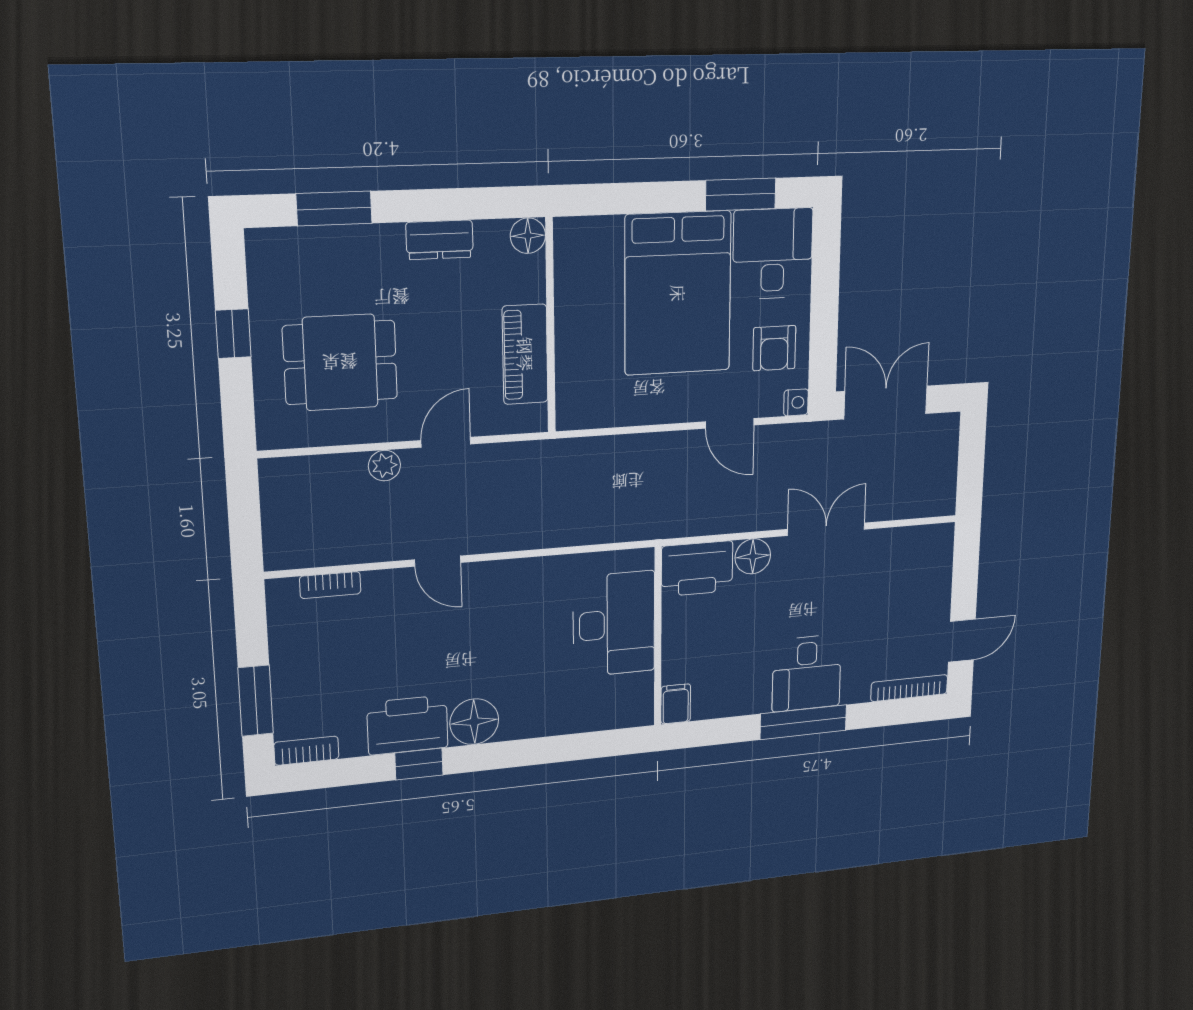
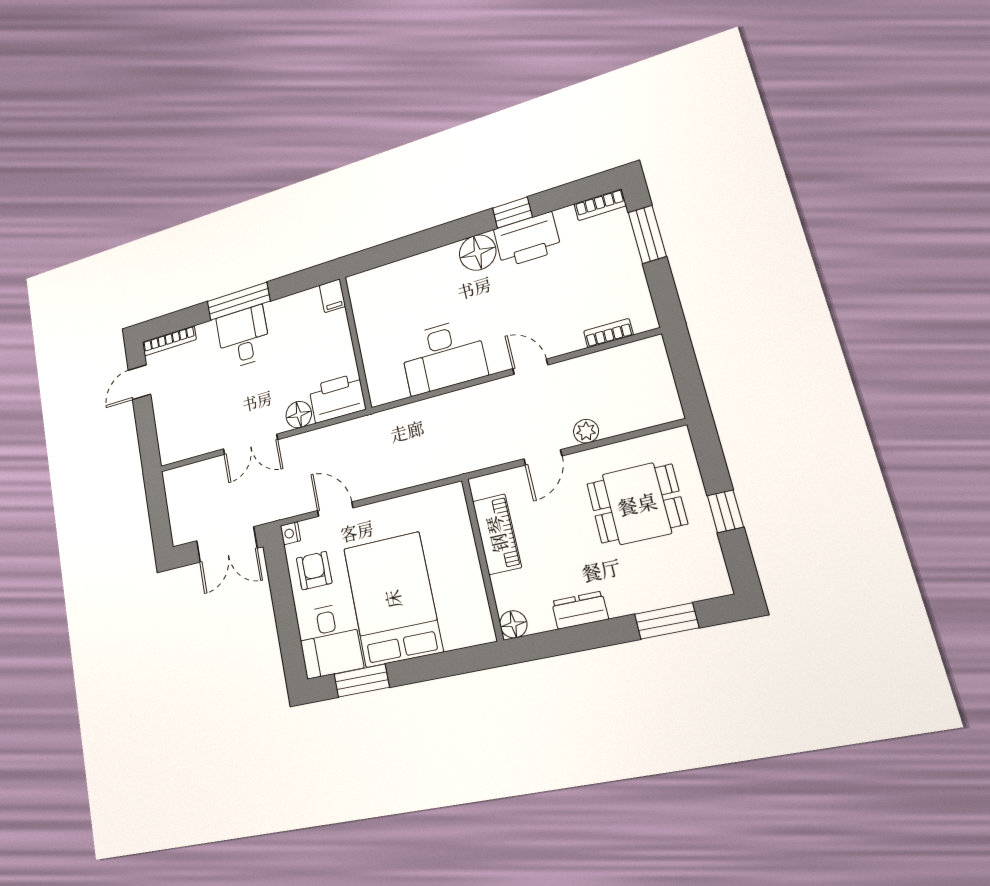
desk: (614, 624) -> (443, 356), moved, turned -90

